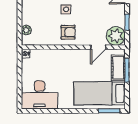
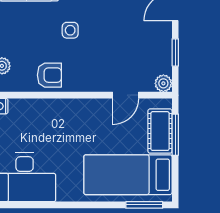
armchair: (68, 32) -> (49, 75), moved
plant: (116, 36) -> (163, 83), width x0.53, depth x0.53

